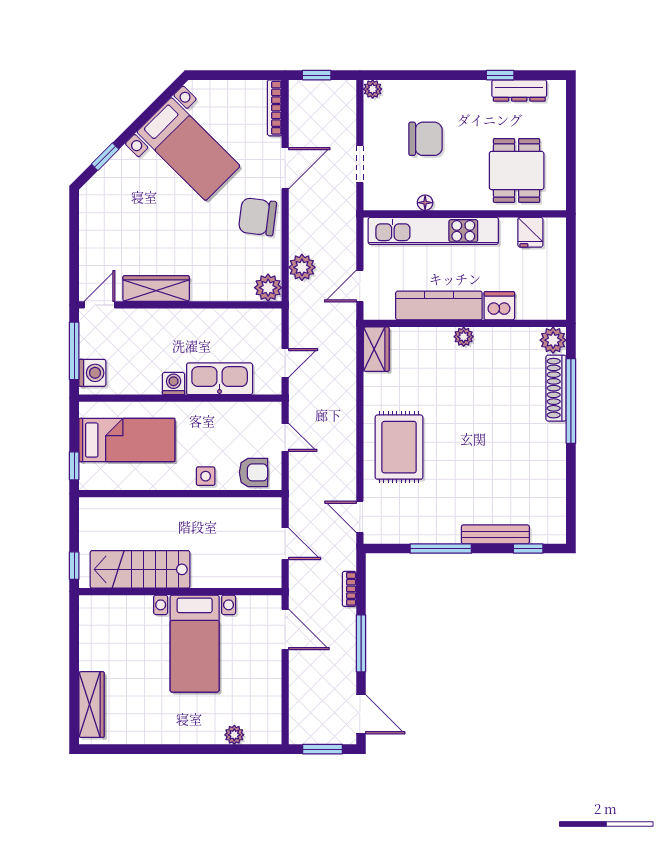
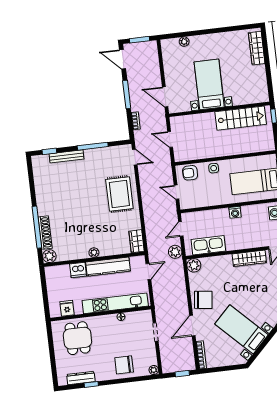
chair: (426, 139) -> (124, 365), moved
plant: (302, 267) -> (175, 252), moved
kitchen sink: (220, 379) -> (208, 245), moved, turned 180

